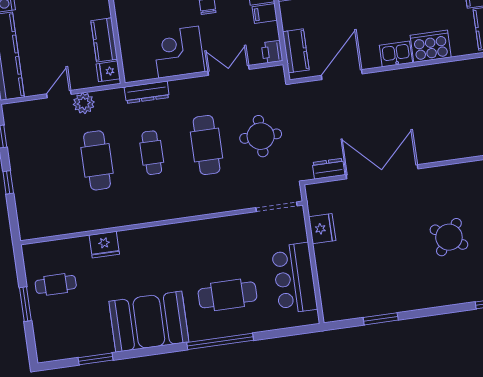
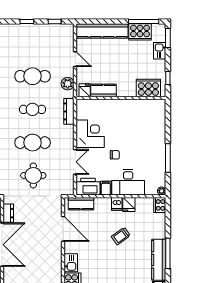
printer: (272, 52) -> (88, 187), width x1.87, depth x1.48
plant: (84, 103) -> (68, 84), moved

